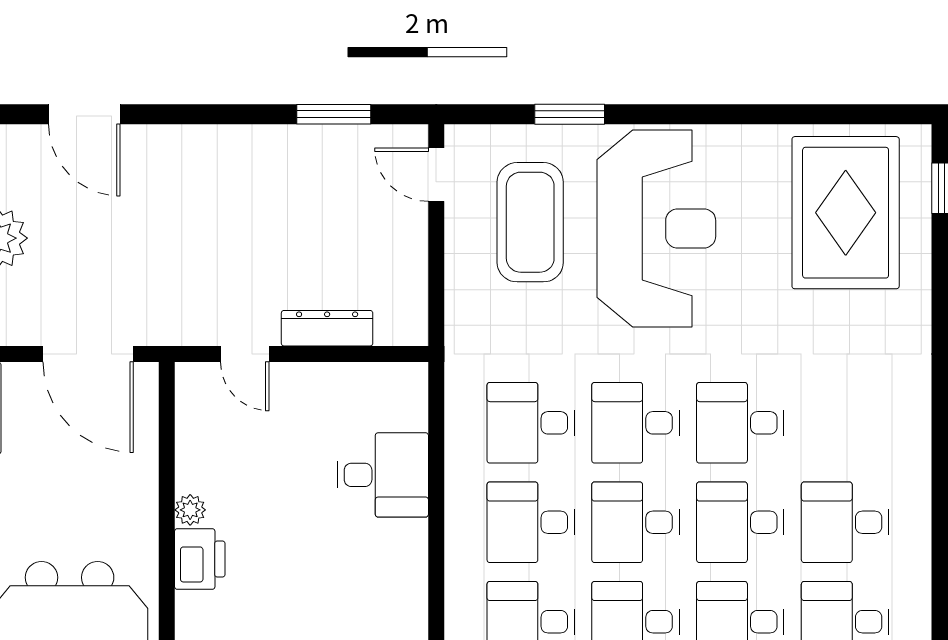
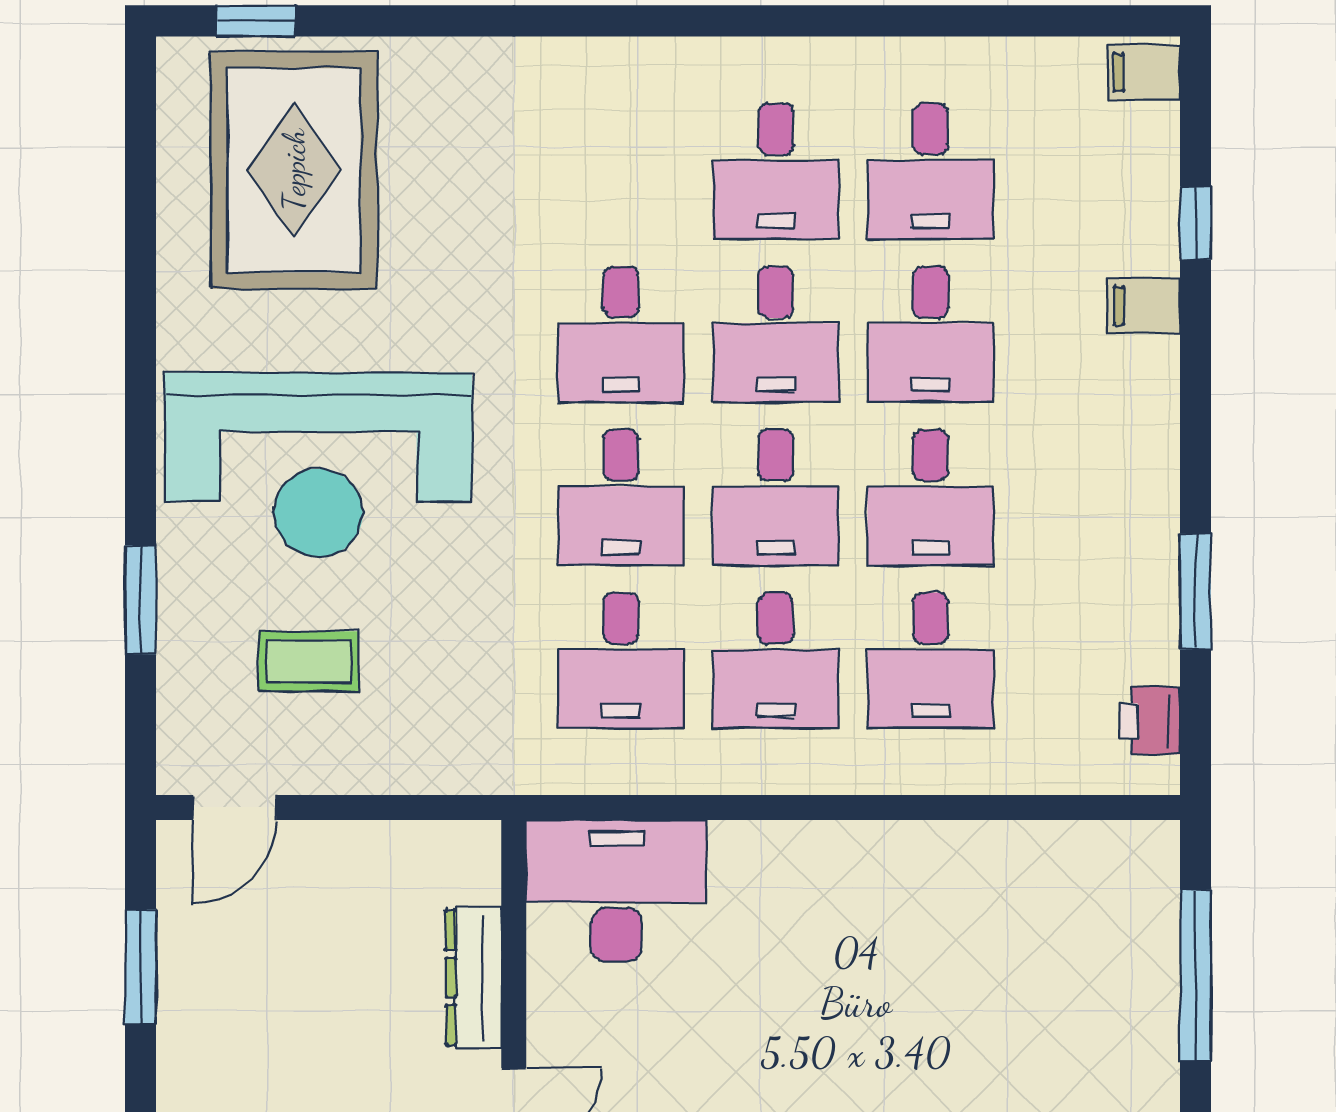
rug: (846, 213) -> (294, 170), turned 90
coffee table: (530, 222) -> (309, 661), width x0.54, depth x0.58
reception desk: (656, 228) -> (318, 465), turned 180
desk: (383, 475) -> (616, 891), moved, width x1.37

